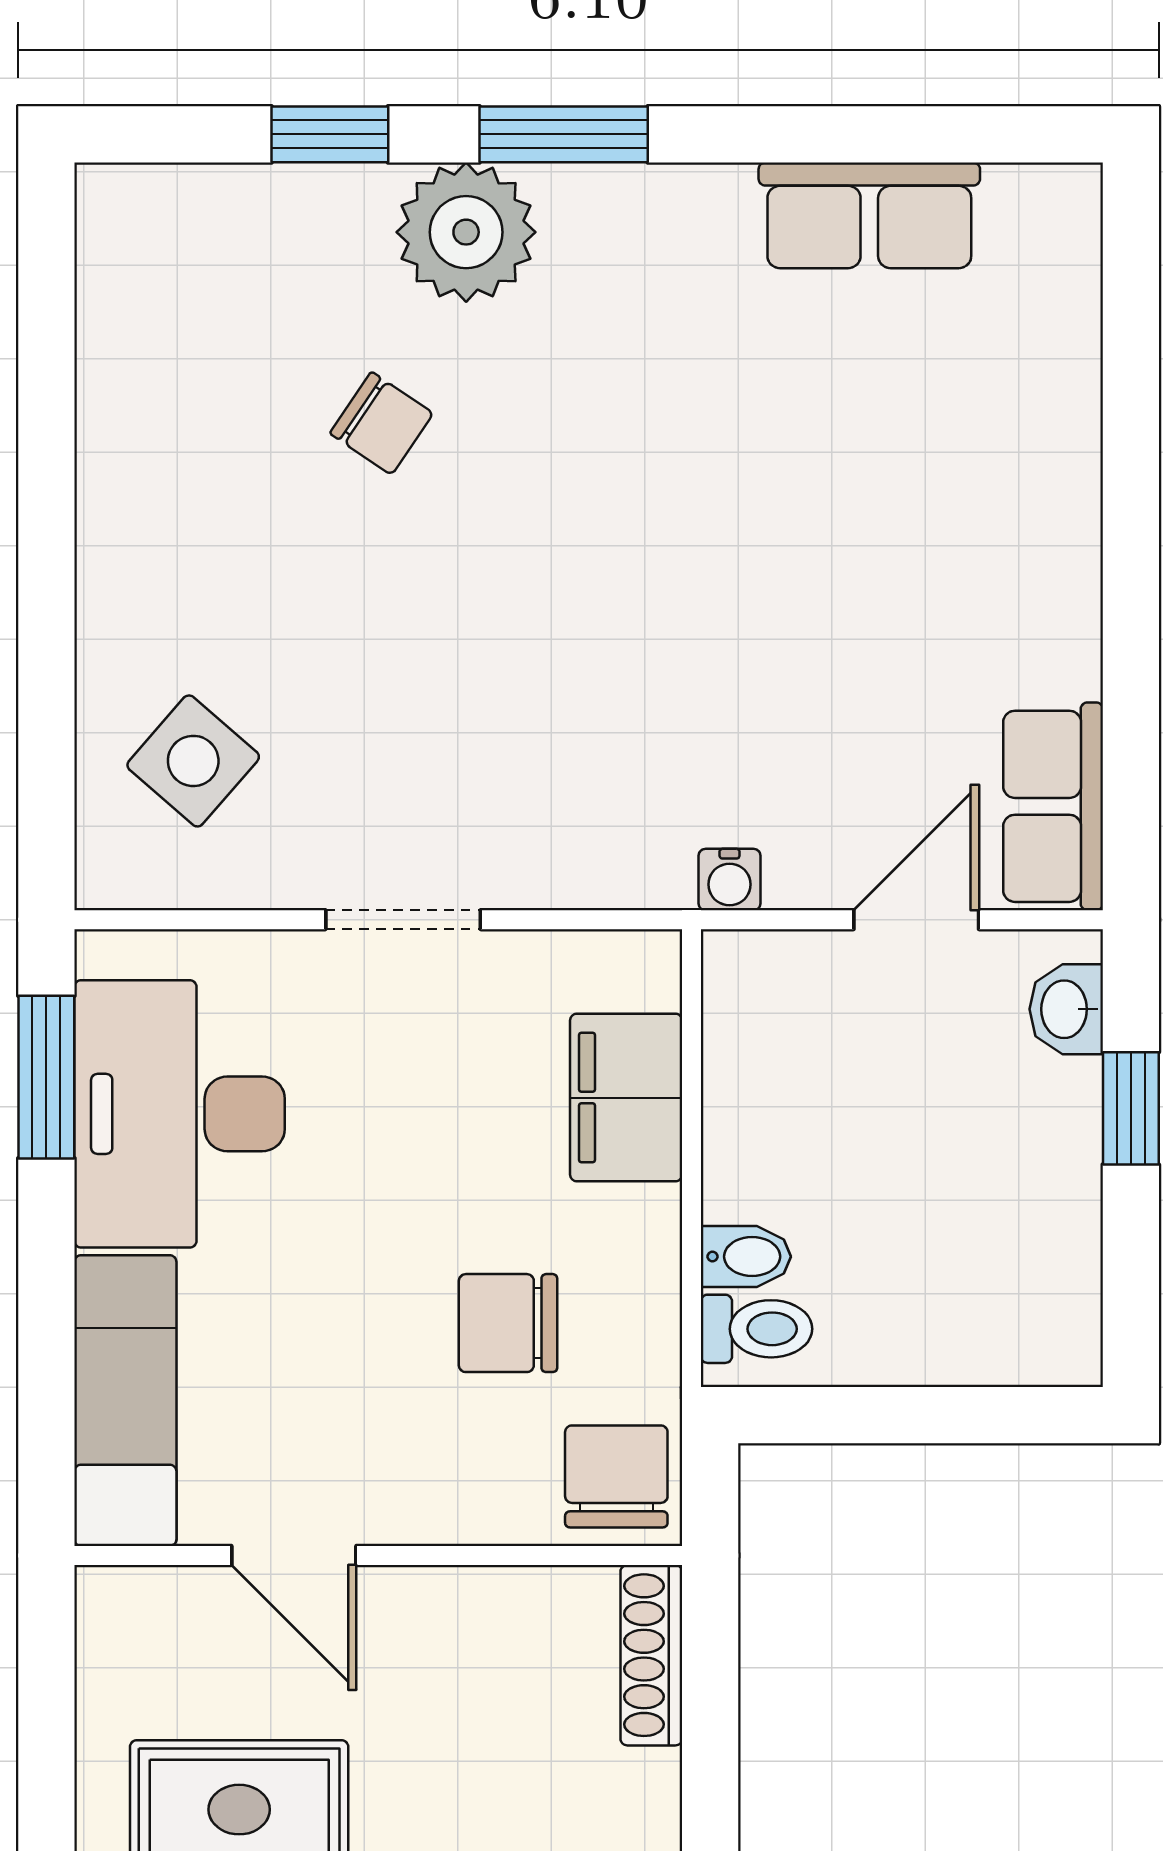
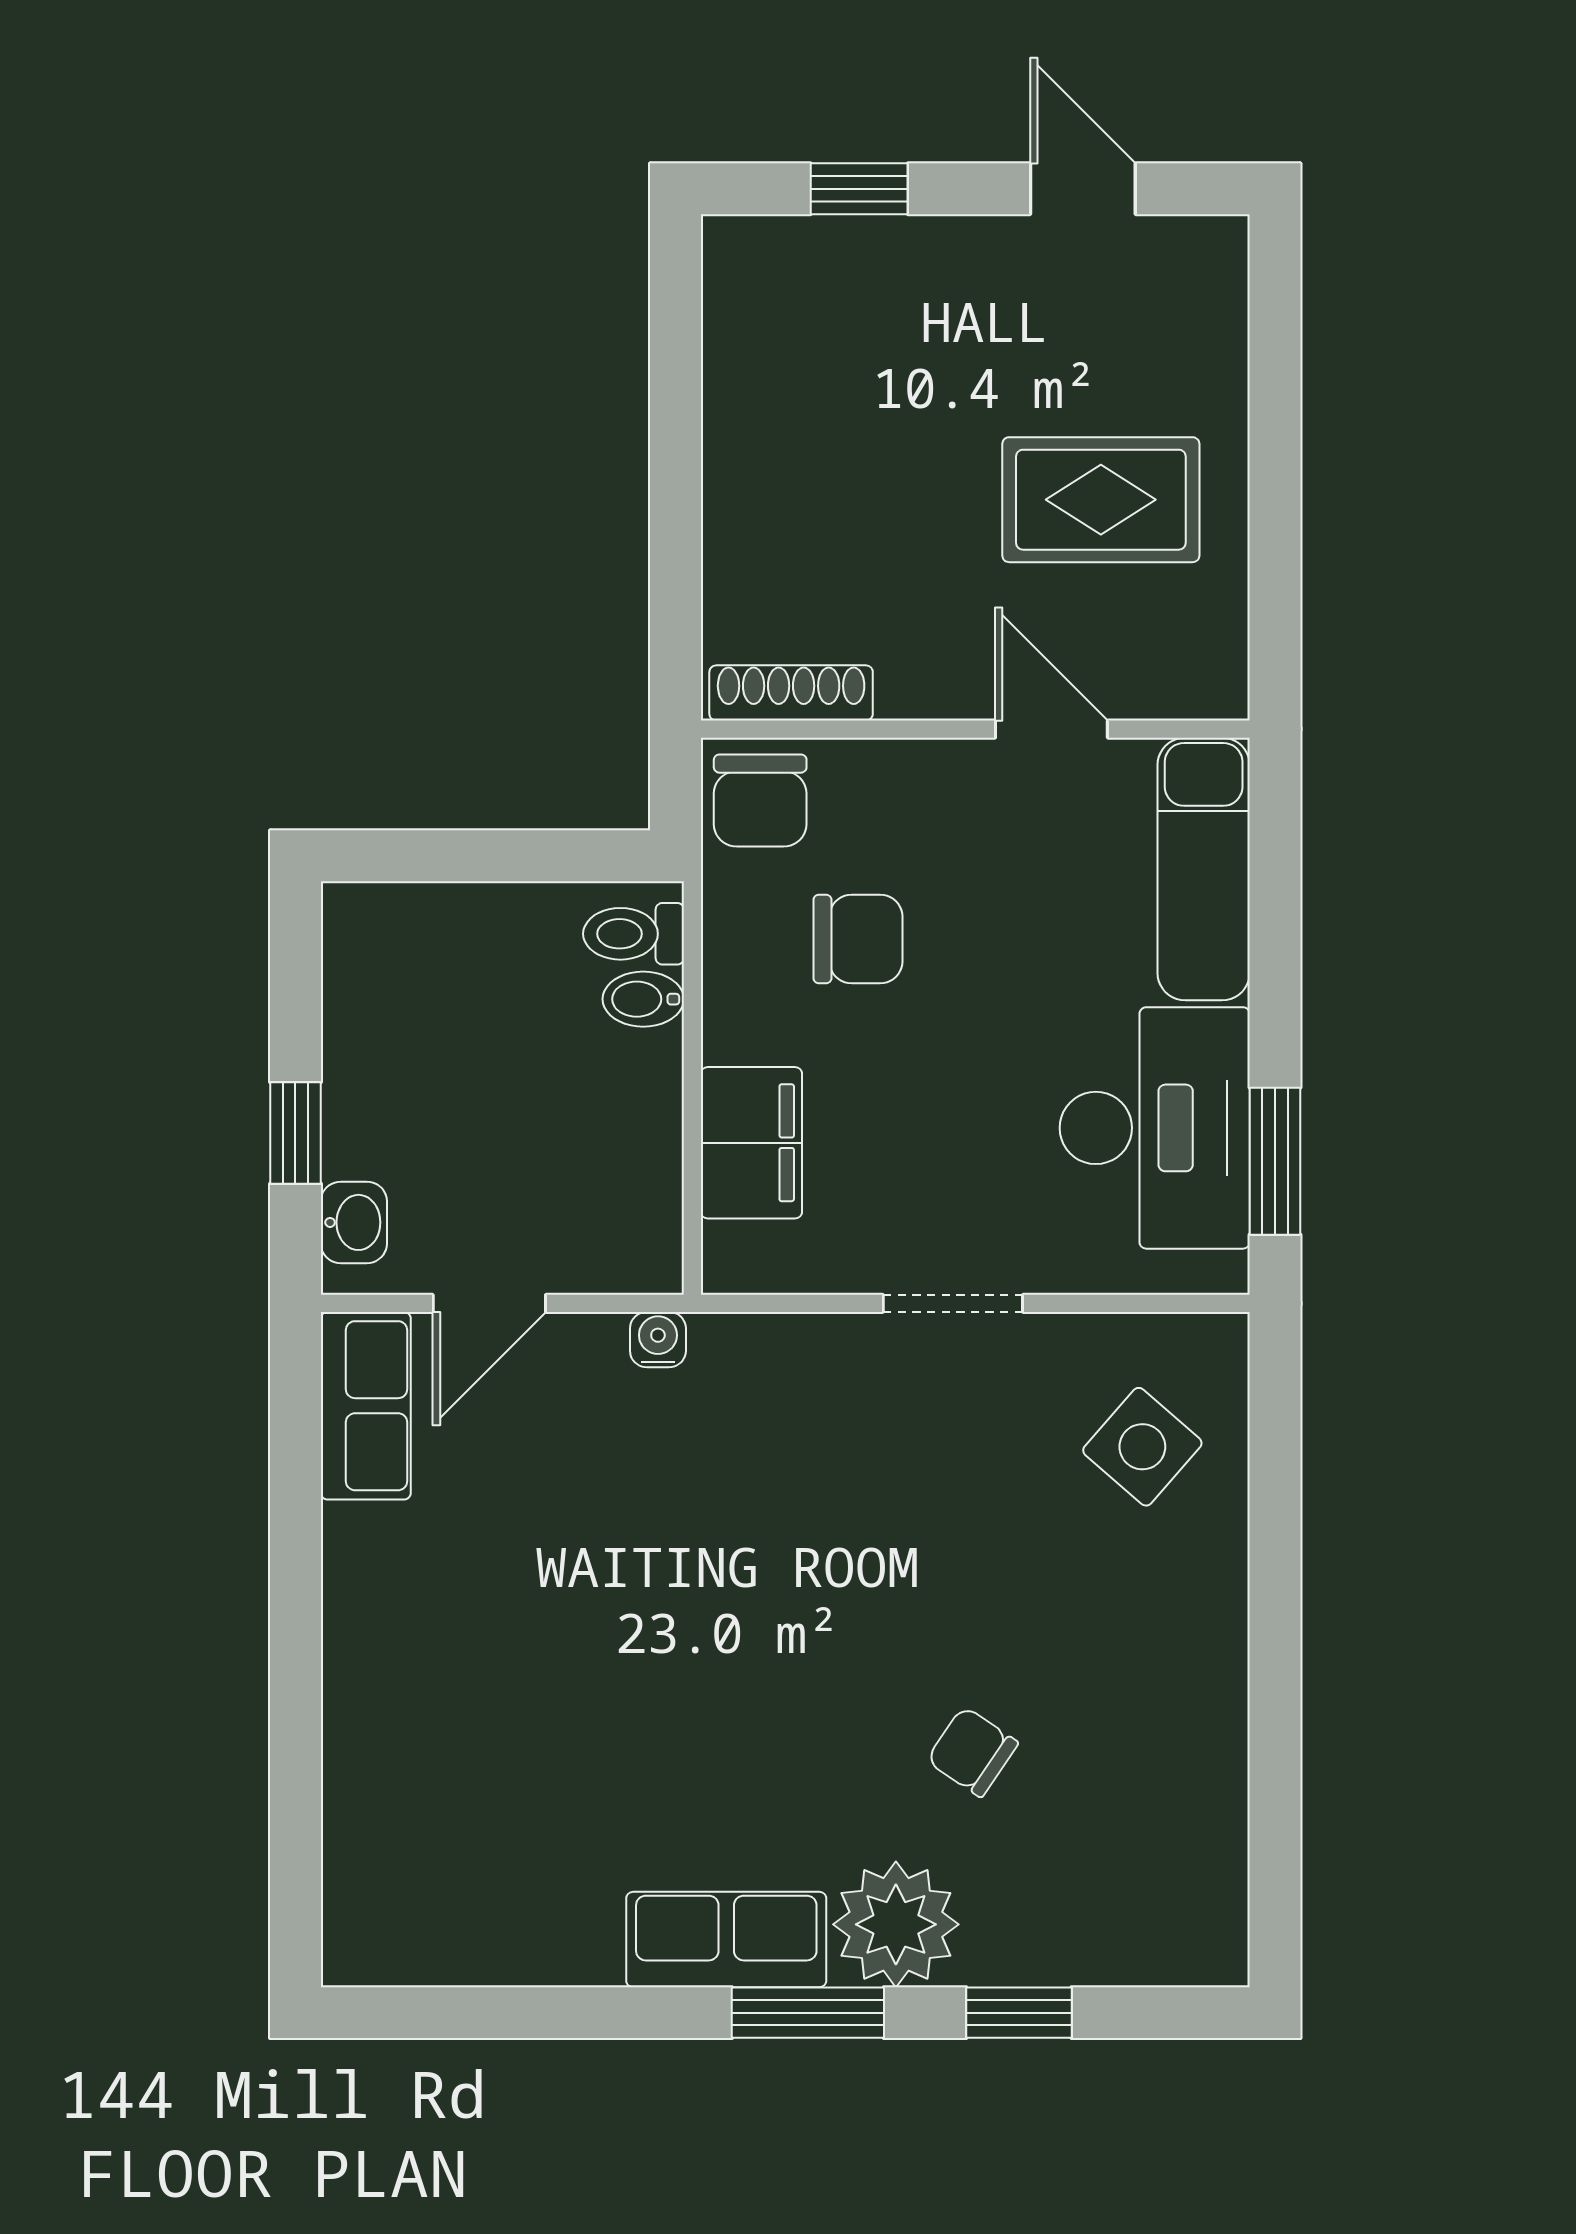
row of seats: (869, 215) -> (726, 1940), moved
shoe rack: (651, 1655) -> (791, 693), moved, turned -90

